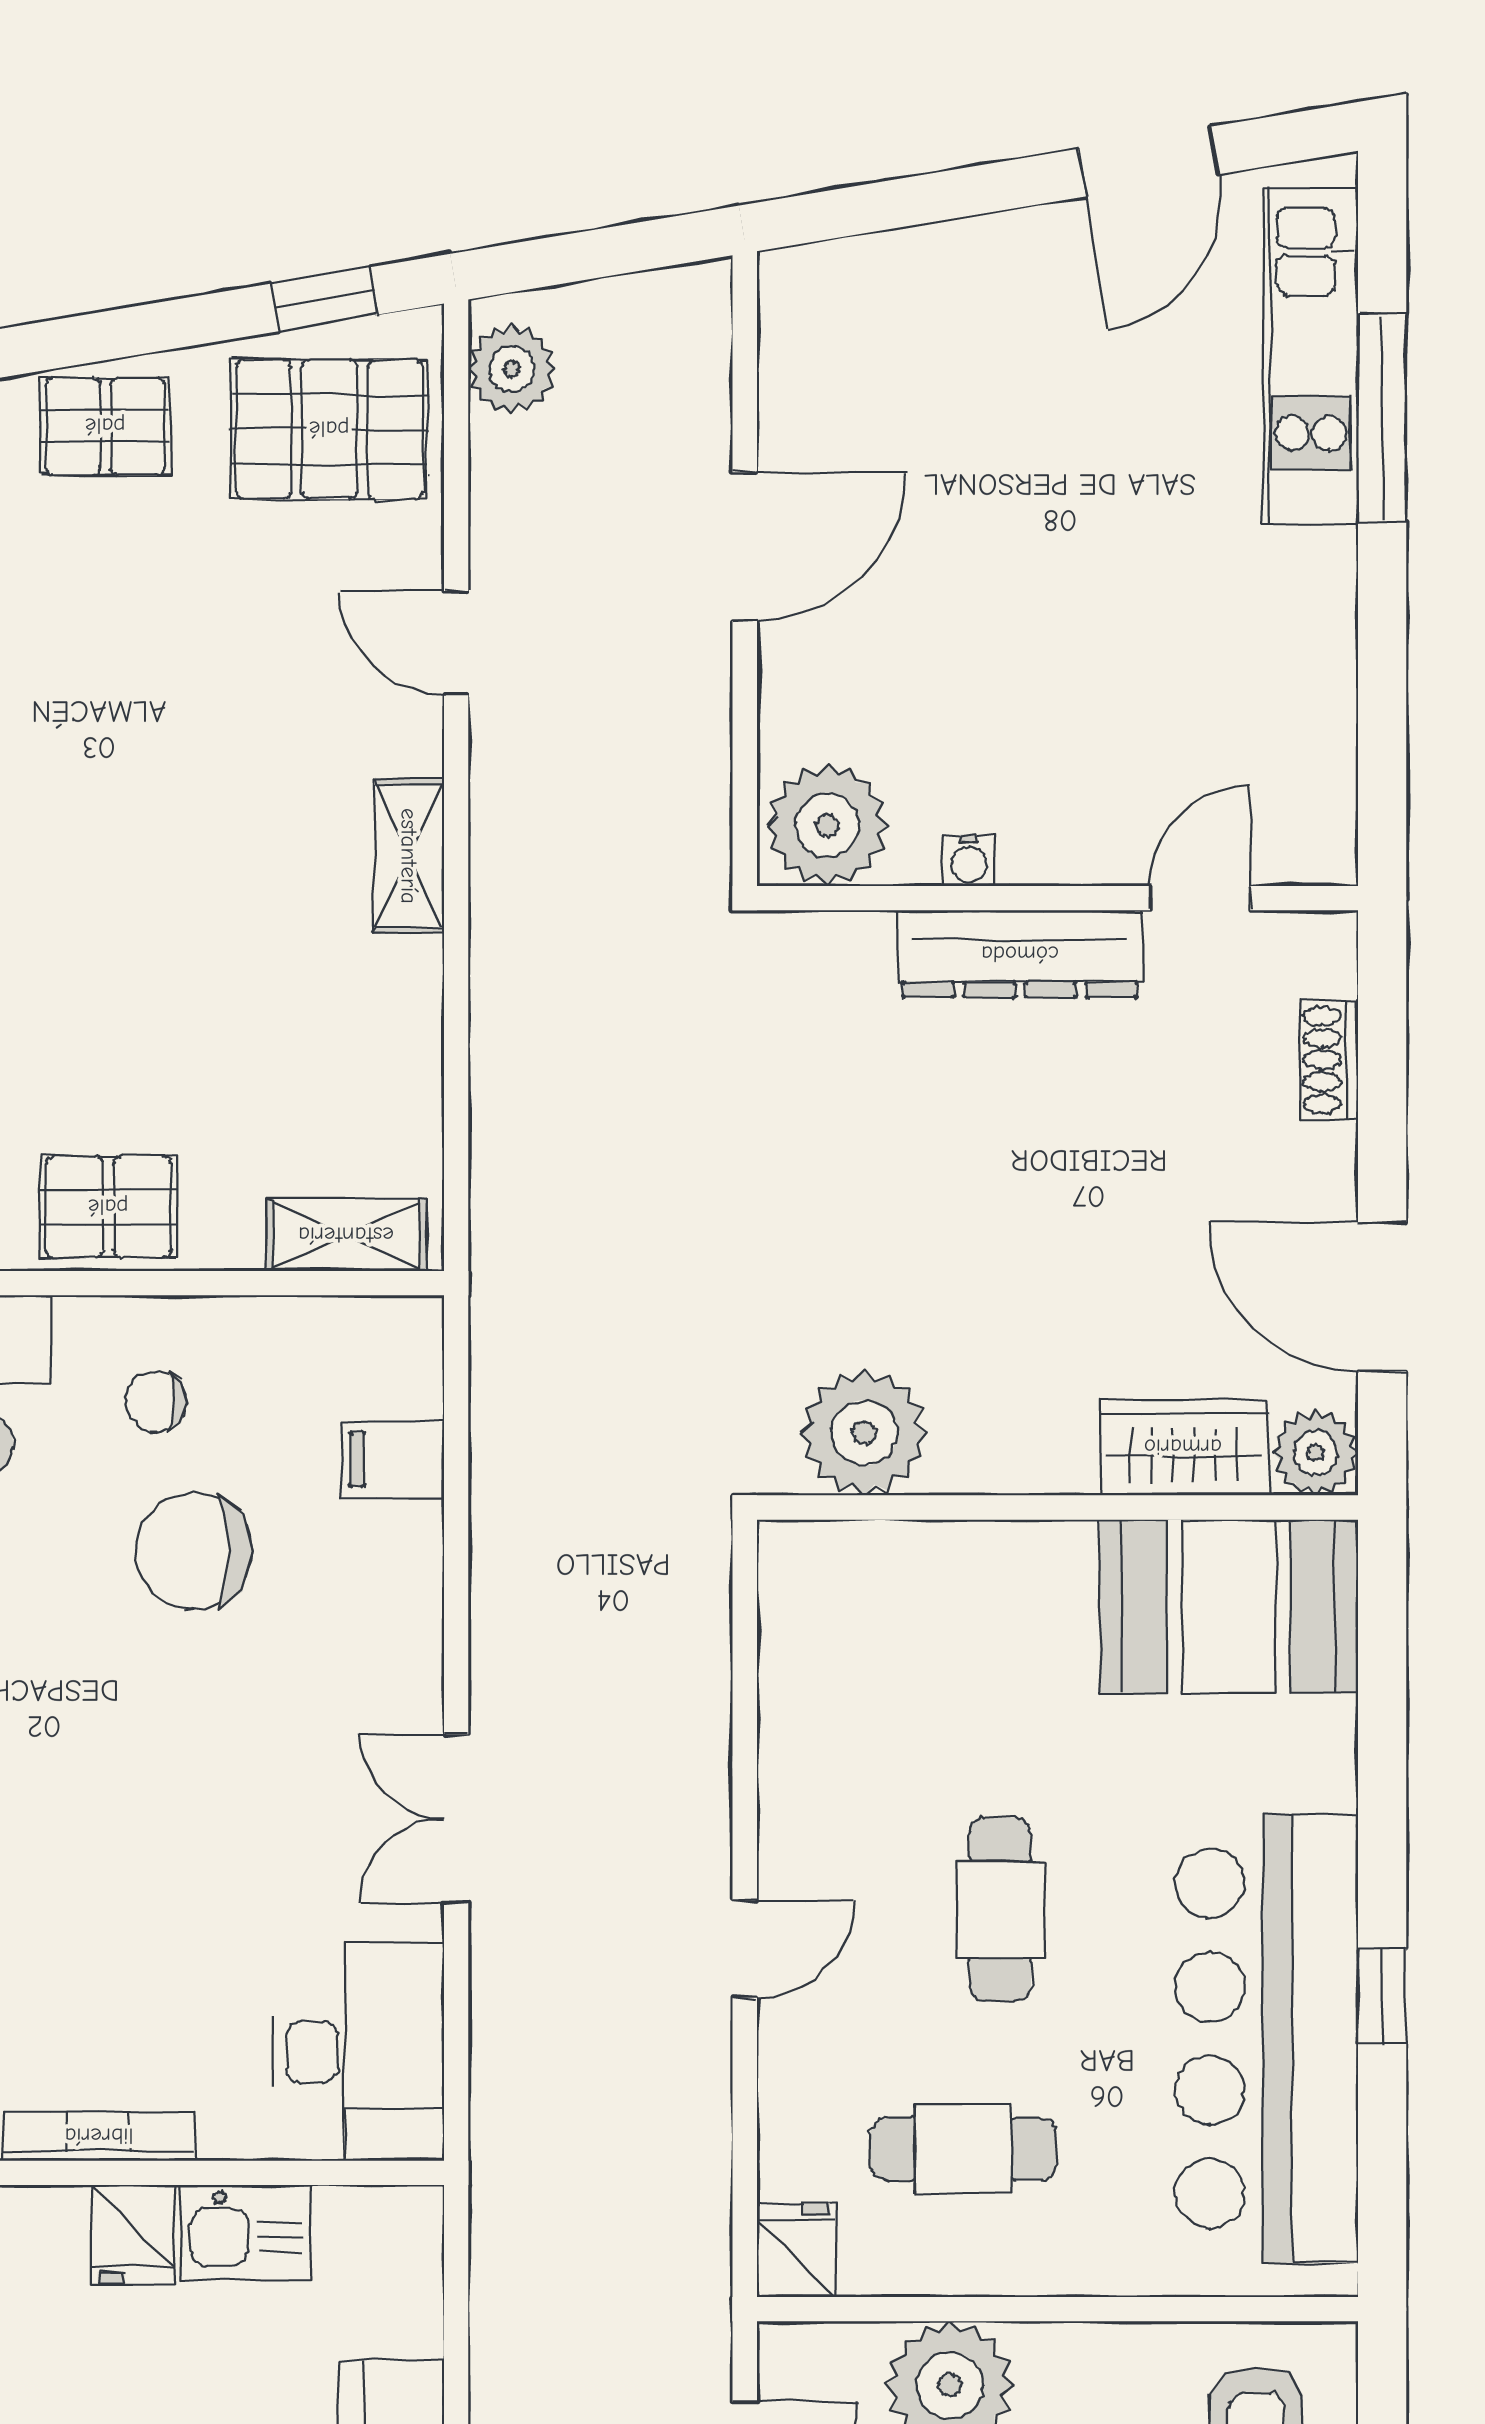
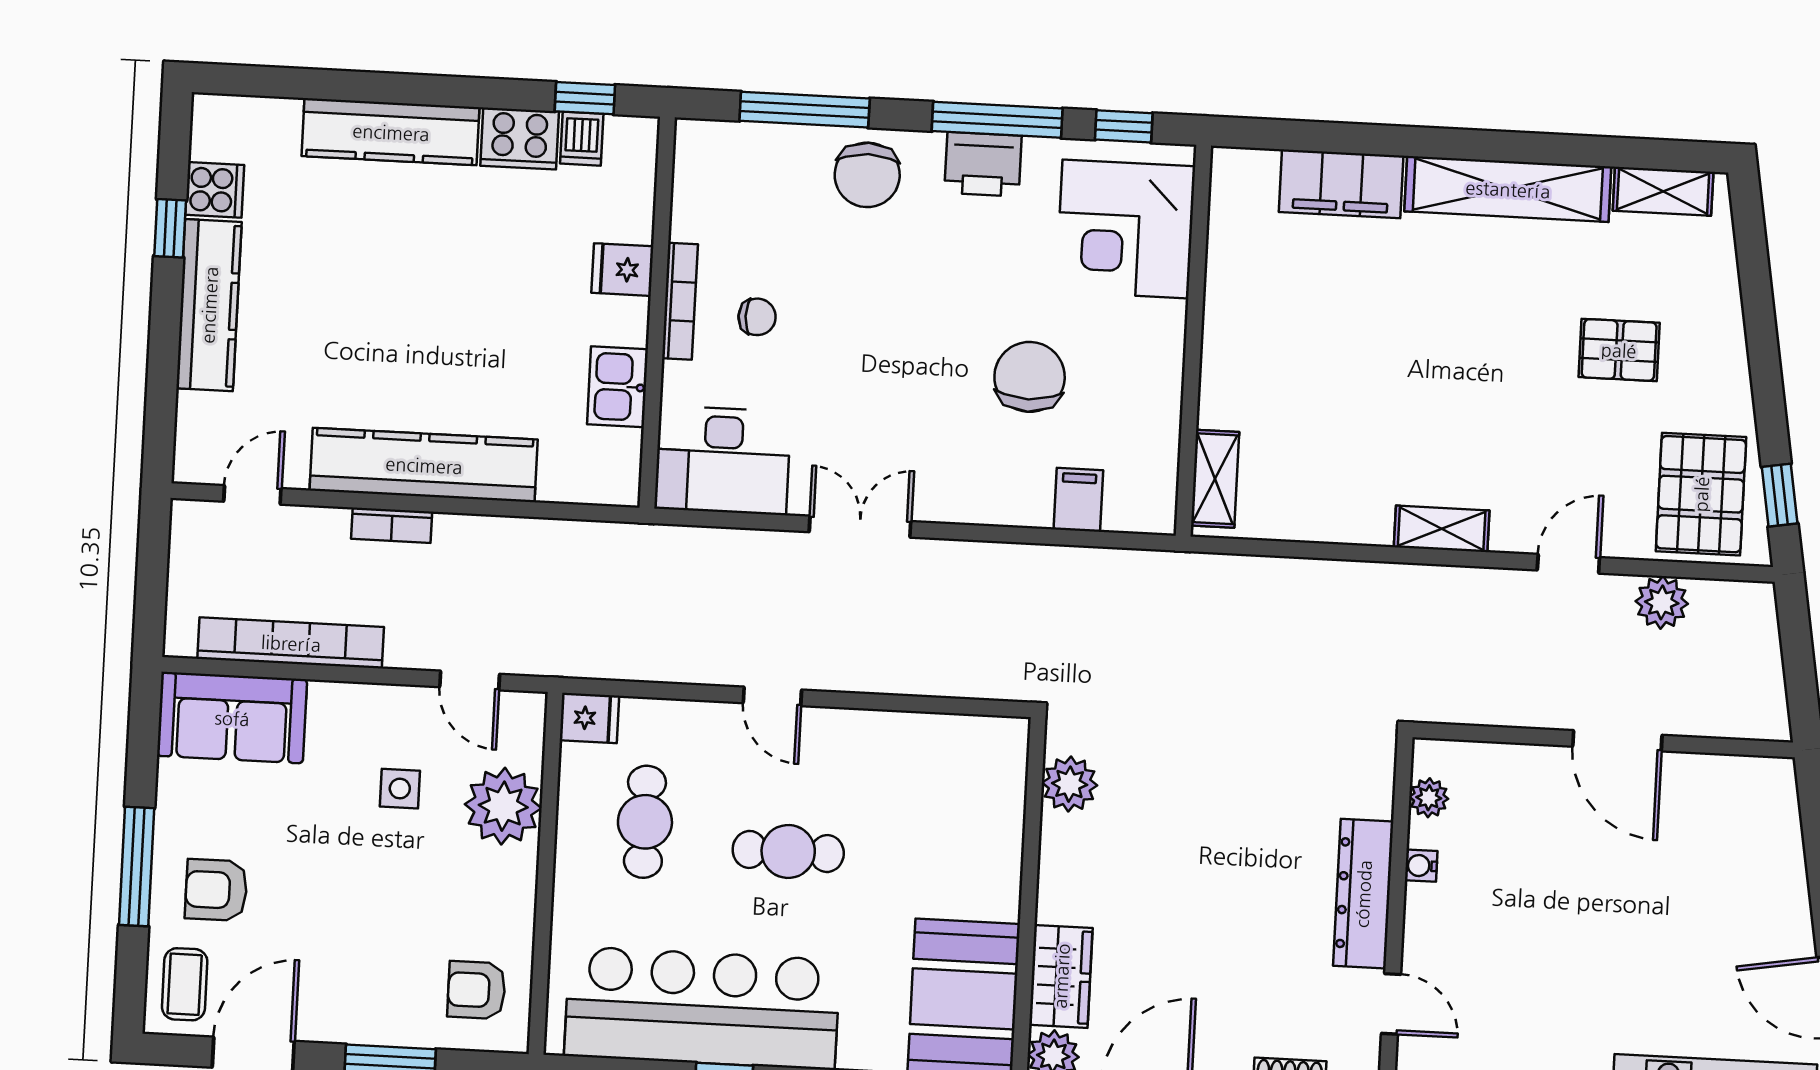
plant: (512, 369) -> (1662, 602), moved
pallet: (105, 426) -> (1619, 350), moved, turned 90
plant: (827, 825) -> (1429, 798), width x0.53, depth x0.53
pallet: (108, 1207) -> (1240, 336), removed
chair: (156, 1402) -> (757, 317), moved, turned 90
plant: (864, 1433) -> (1070, 784), width x0.73, depth x0.73
fridge: (133, 2234) -> (622, 270), moved

